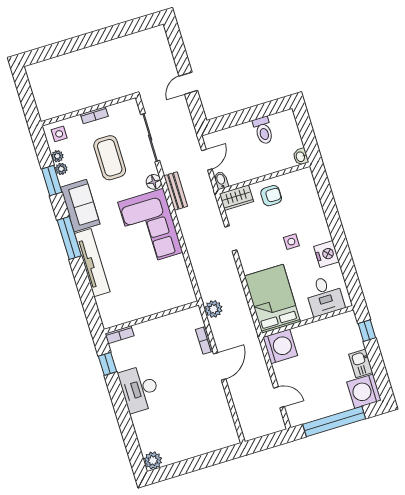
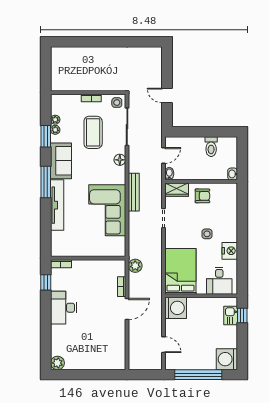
door: (188, 83) -> (167, 95), hinge flipped
side table: (59, 134) -> (117, 103), moved
bench: (176, 191) -> (134, 192), moved, width x1.36
corner sofa: (150, 227) -> (107, 210), moved
kitchen sink: (361, 363) -> (231, 316), moved

